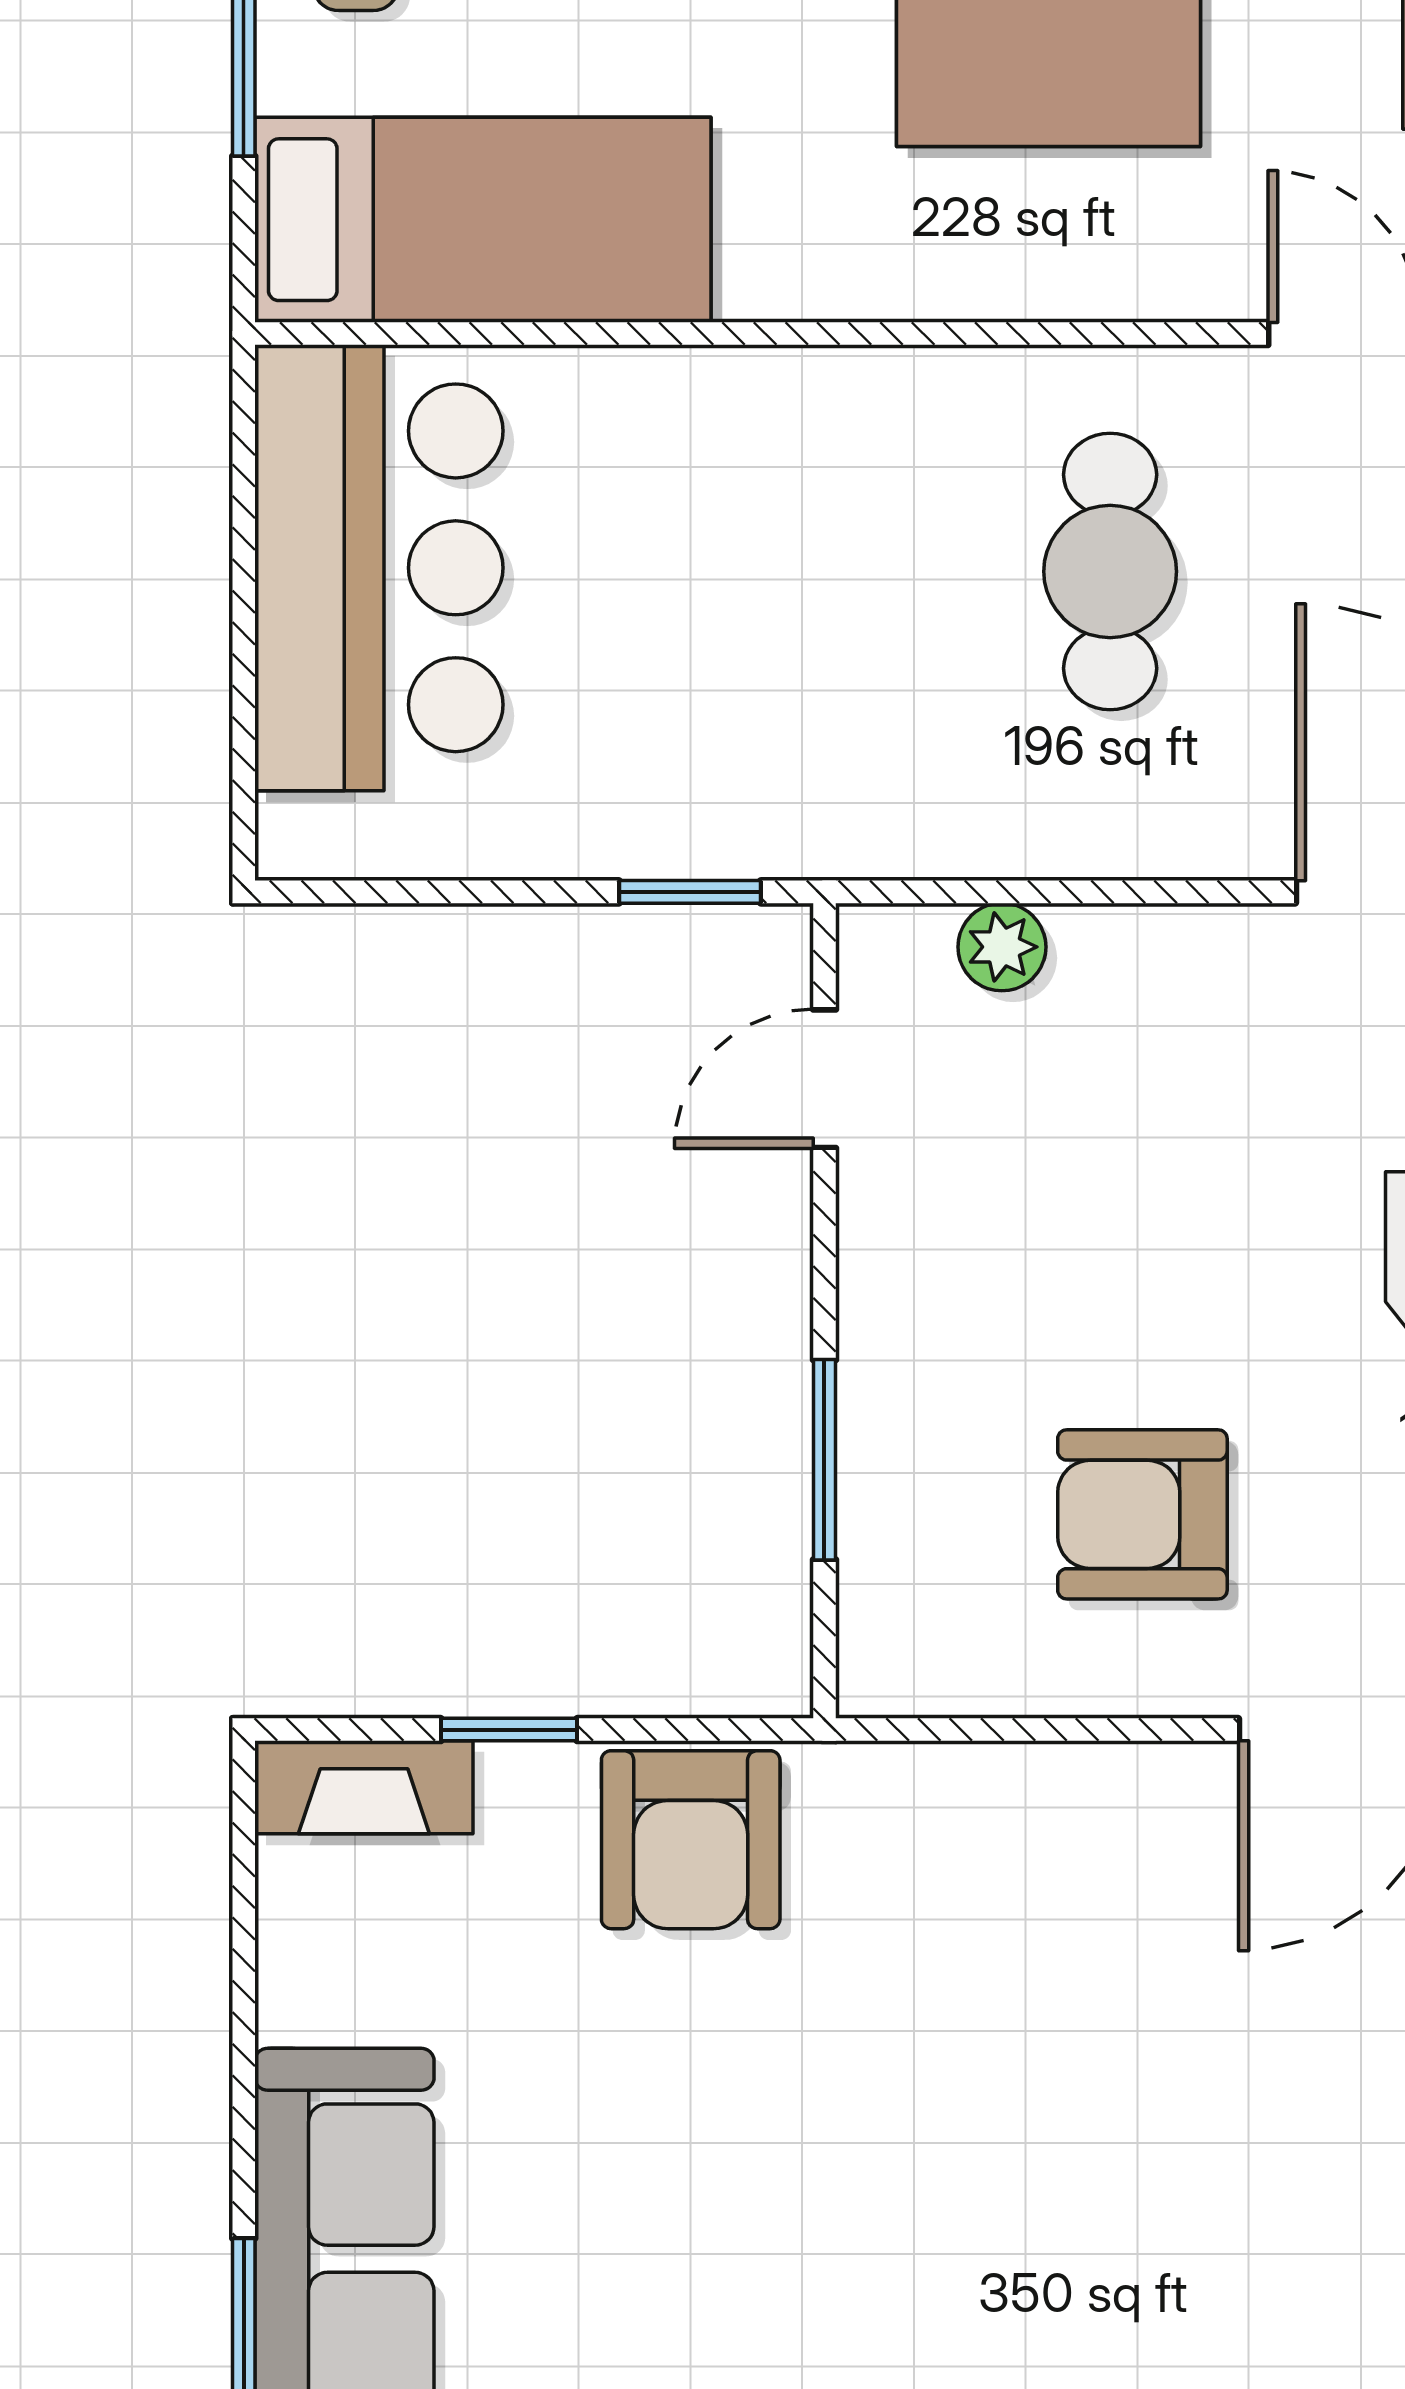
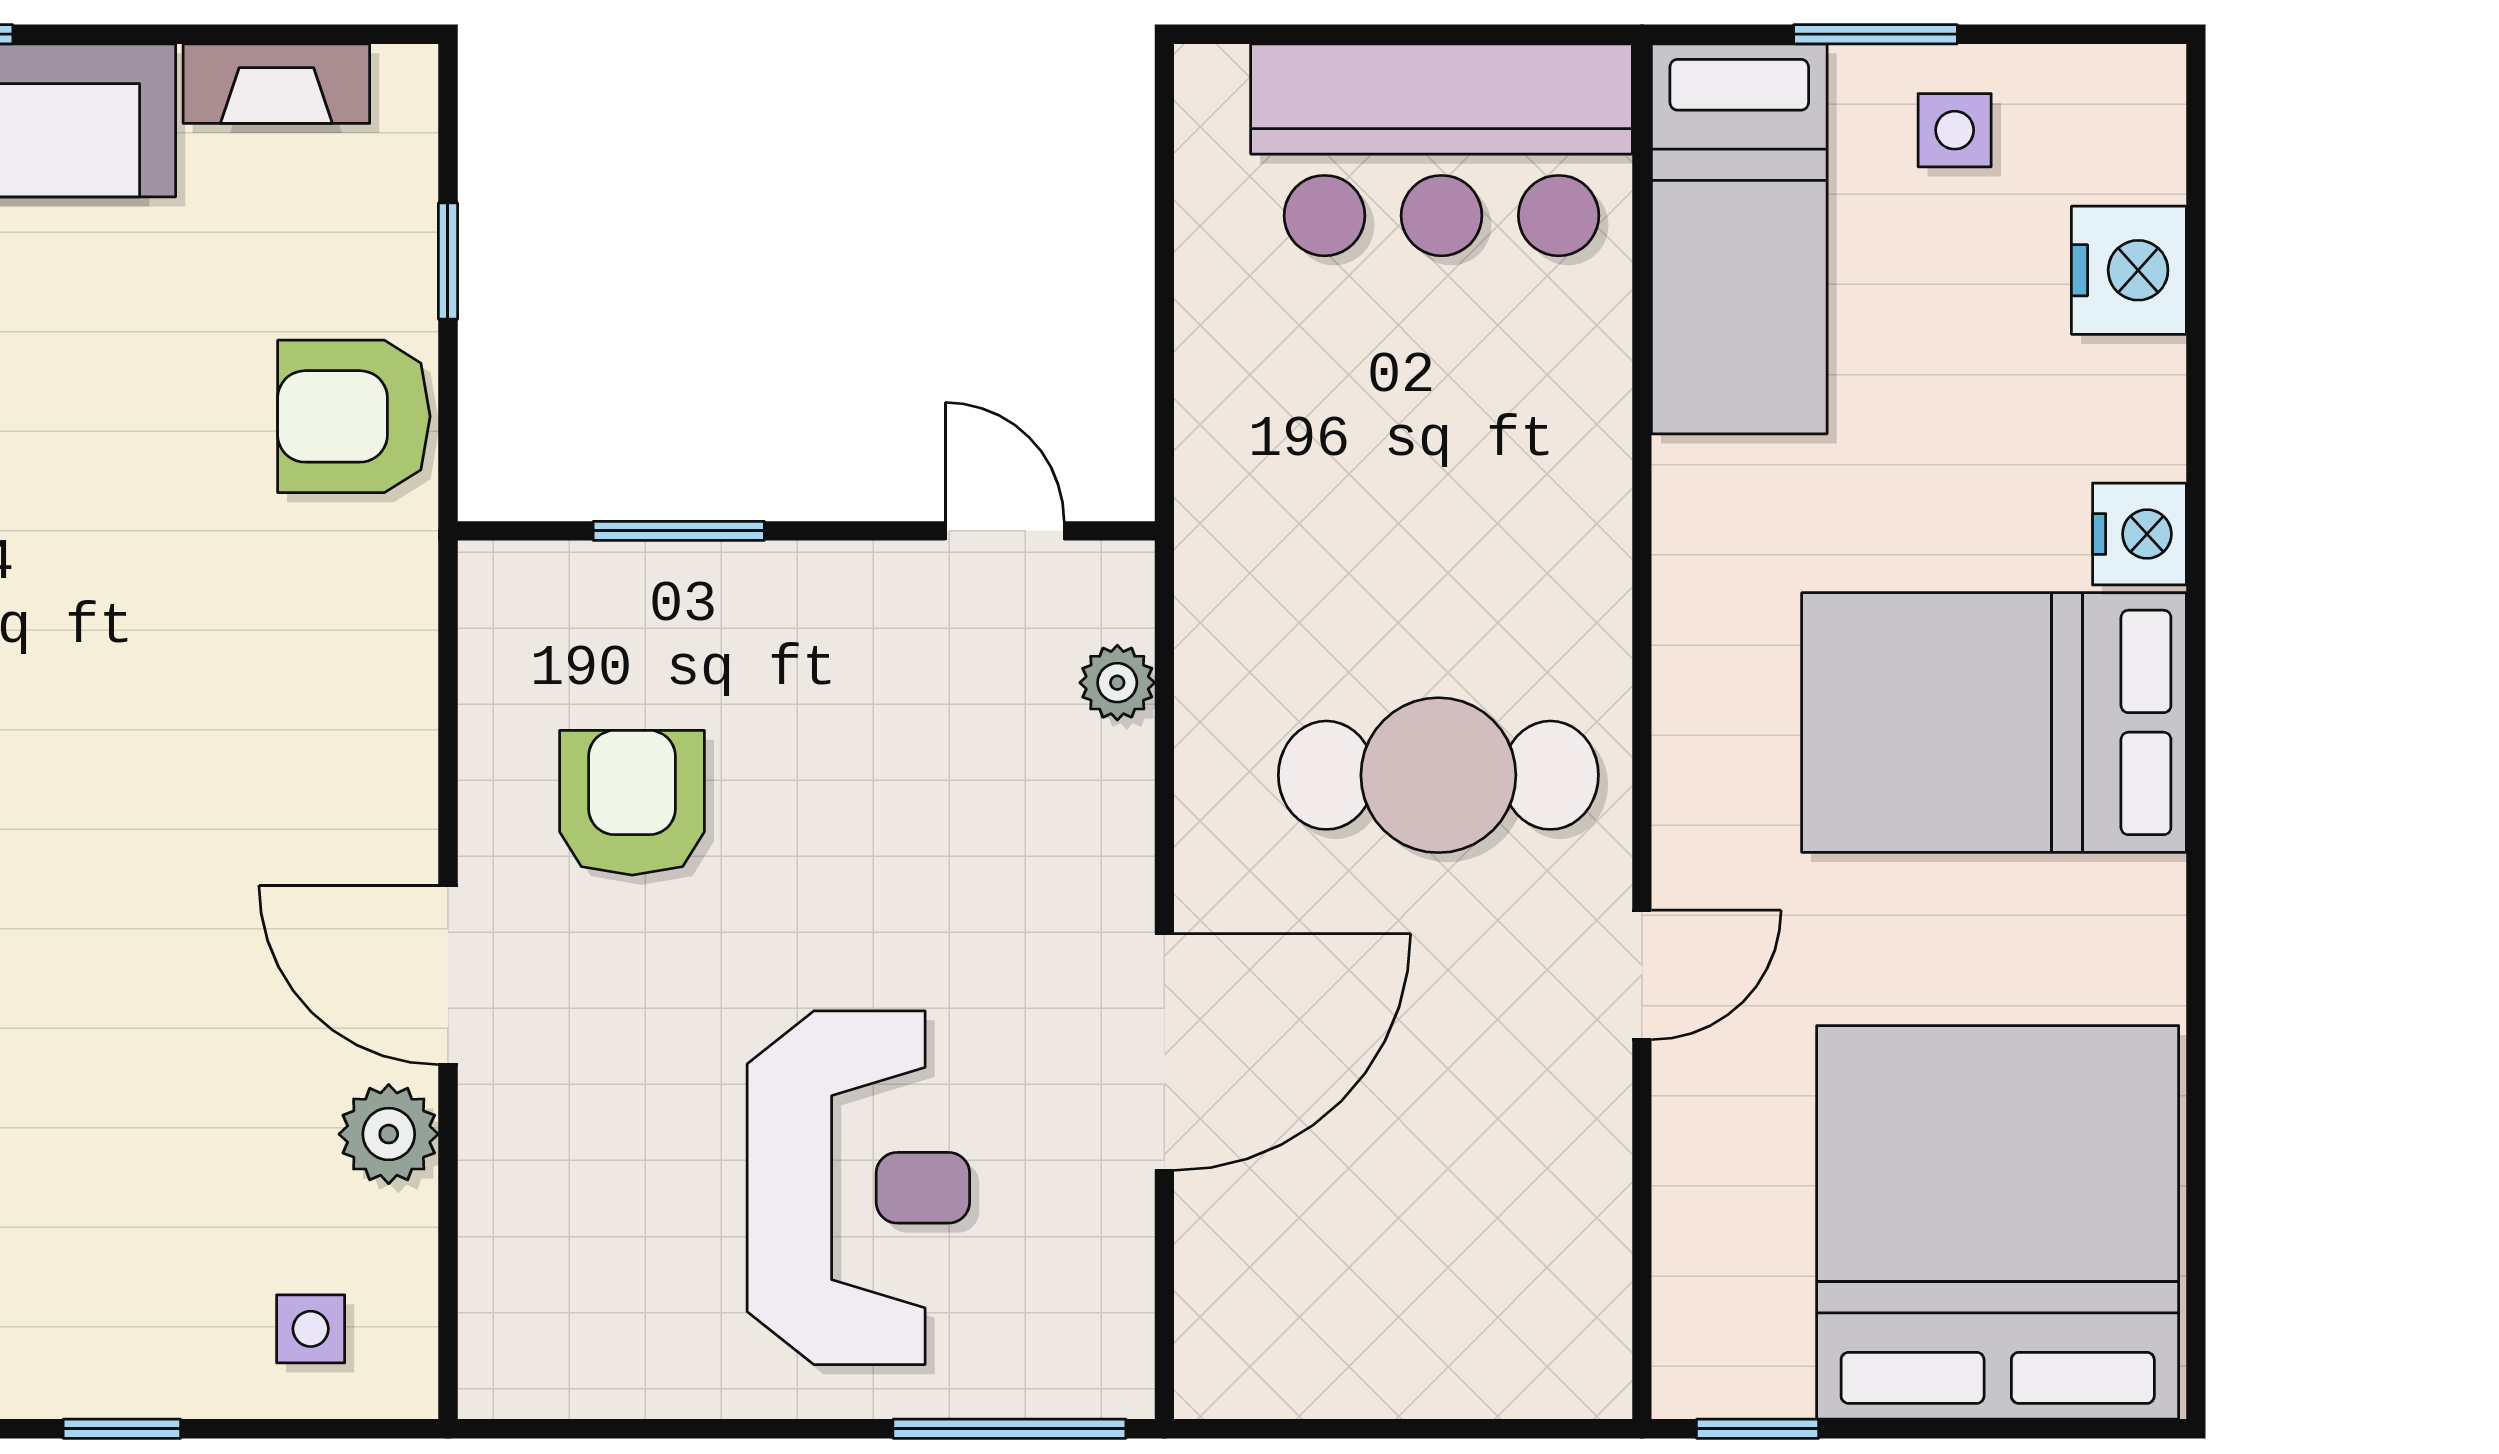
cafe table: (1110, 571) -> (1438, 775), width x1.37, depth x1.35
window: (690, 892) -> (1164, 416), removed
fireplace: (364, 1787) -> (276, 84), moved, turned -90

